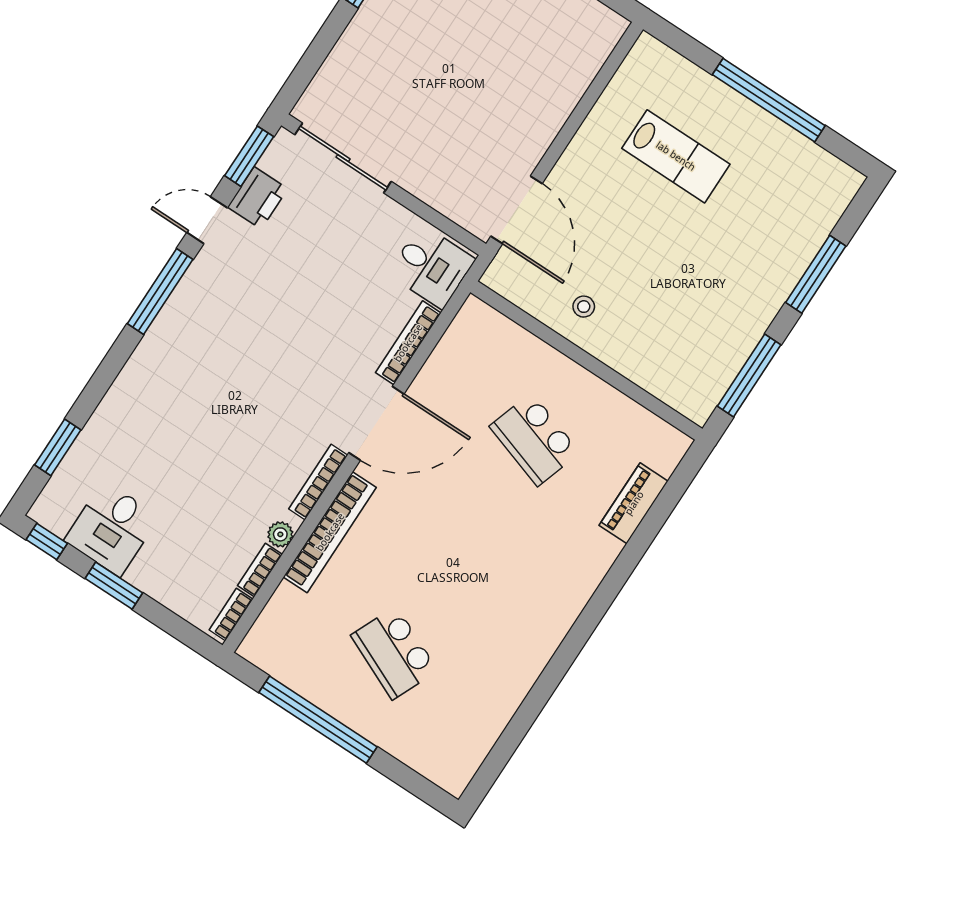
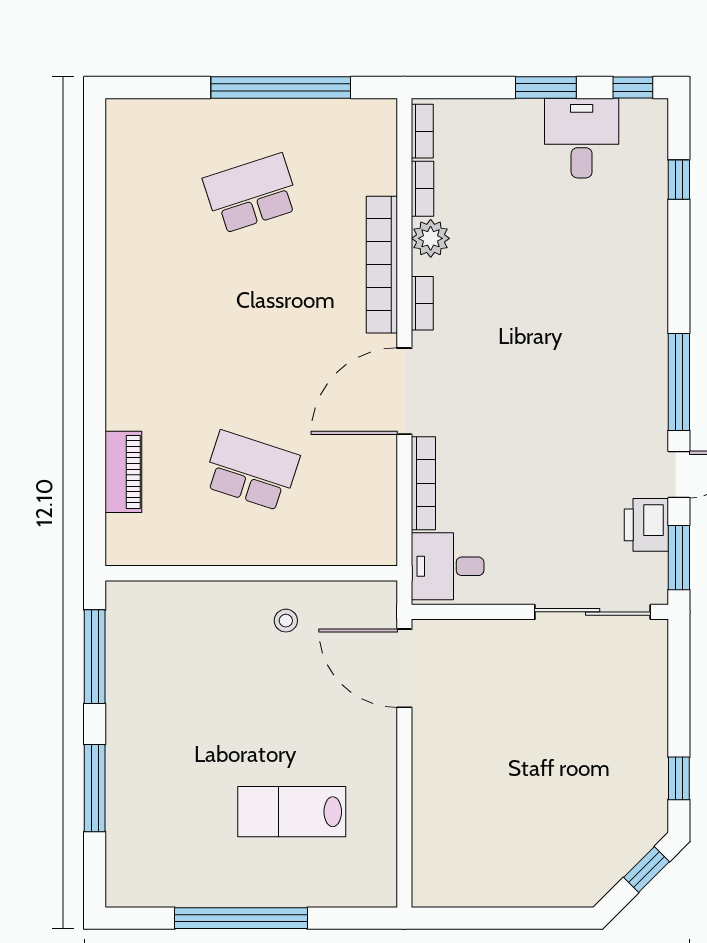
window: (58, 447) -> (679, 180), width x0.67
bookcase: (318, 482) -> (422, 303), width x0.64
plant: (280, 534) -> (431, 238), width x1.38, depth x1.38
school desk: (394, 653) -> (251, 194), turned -42

